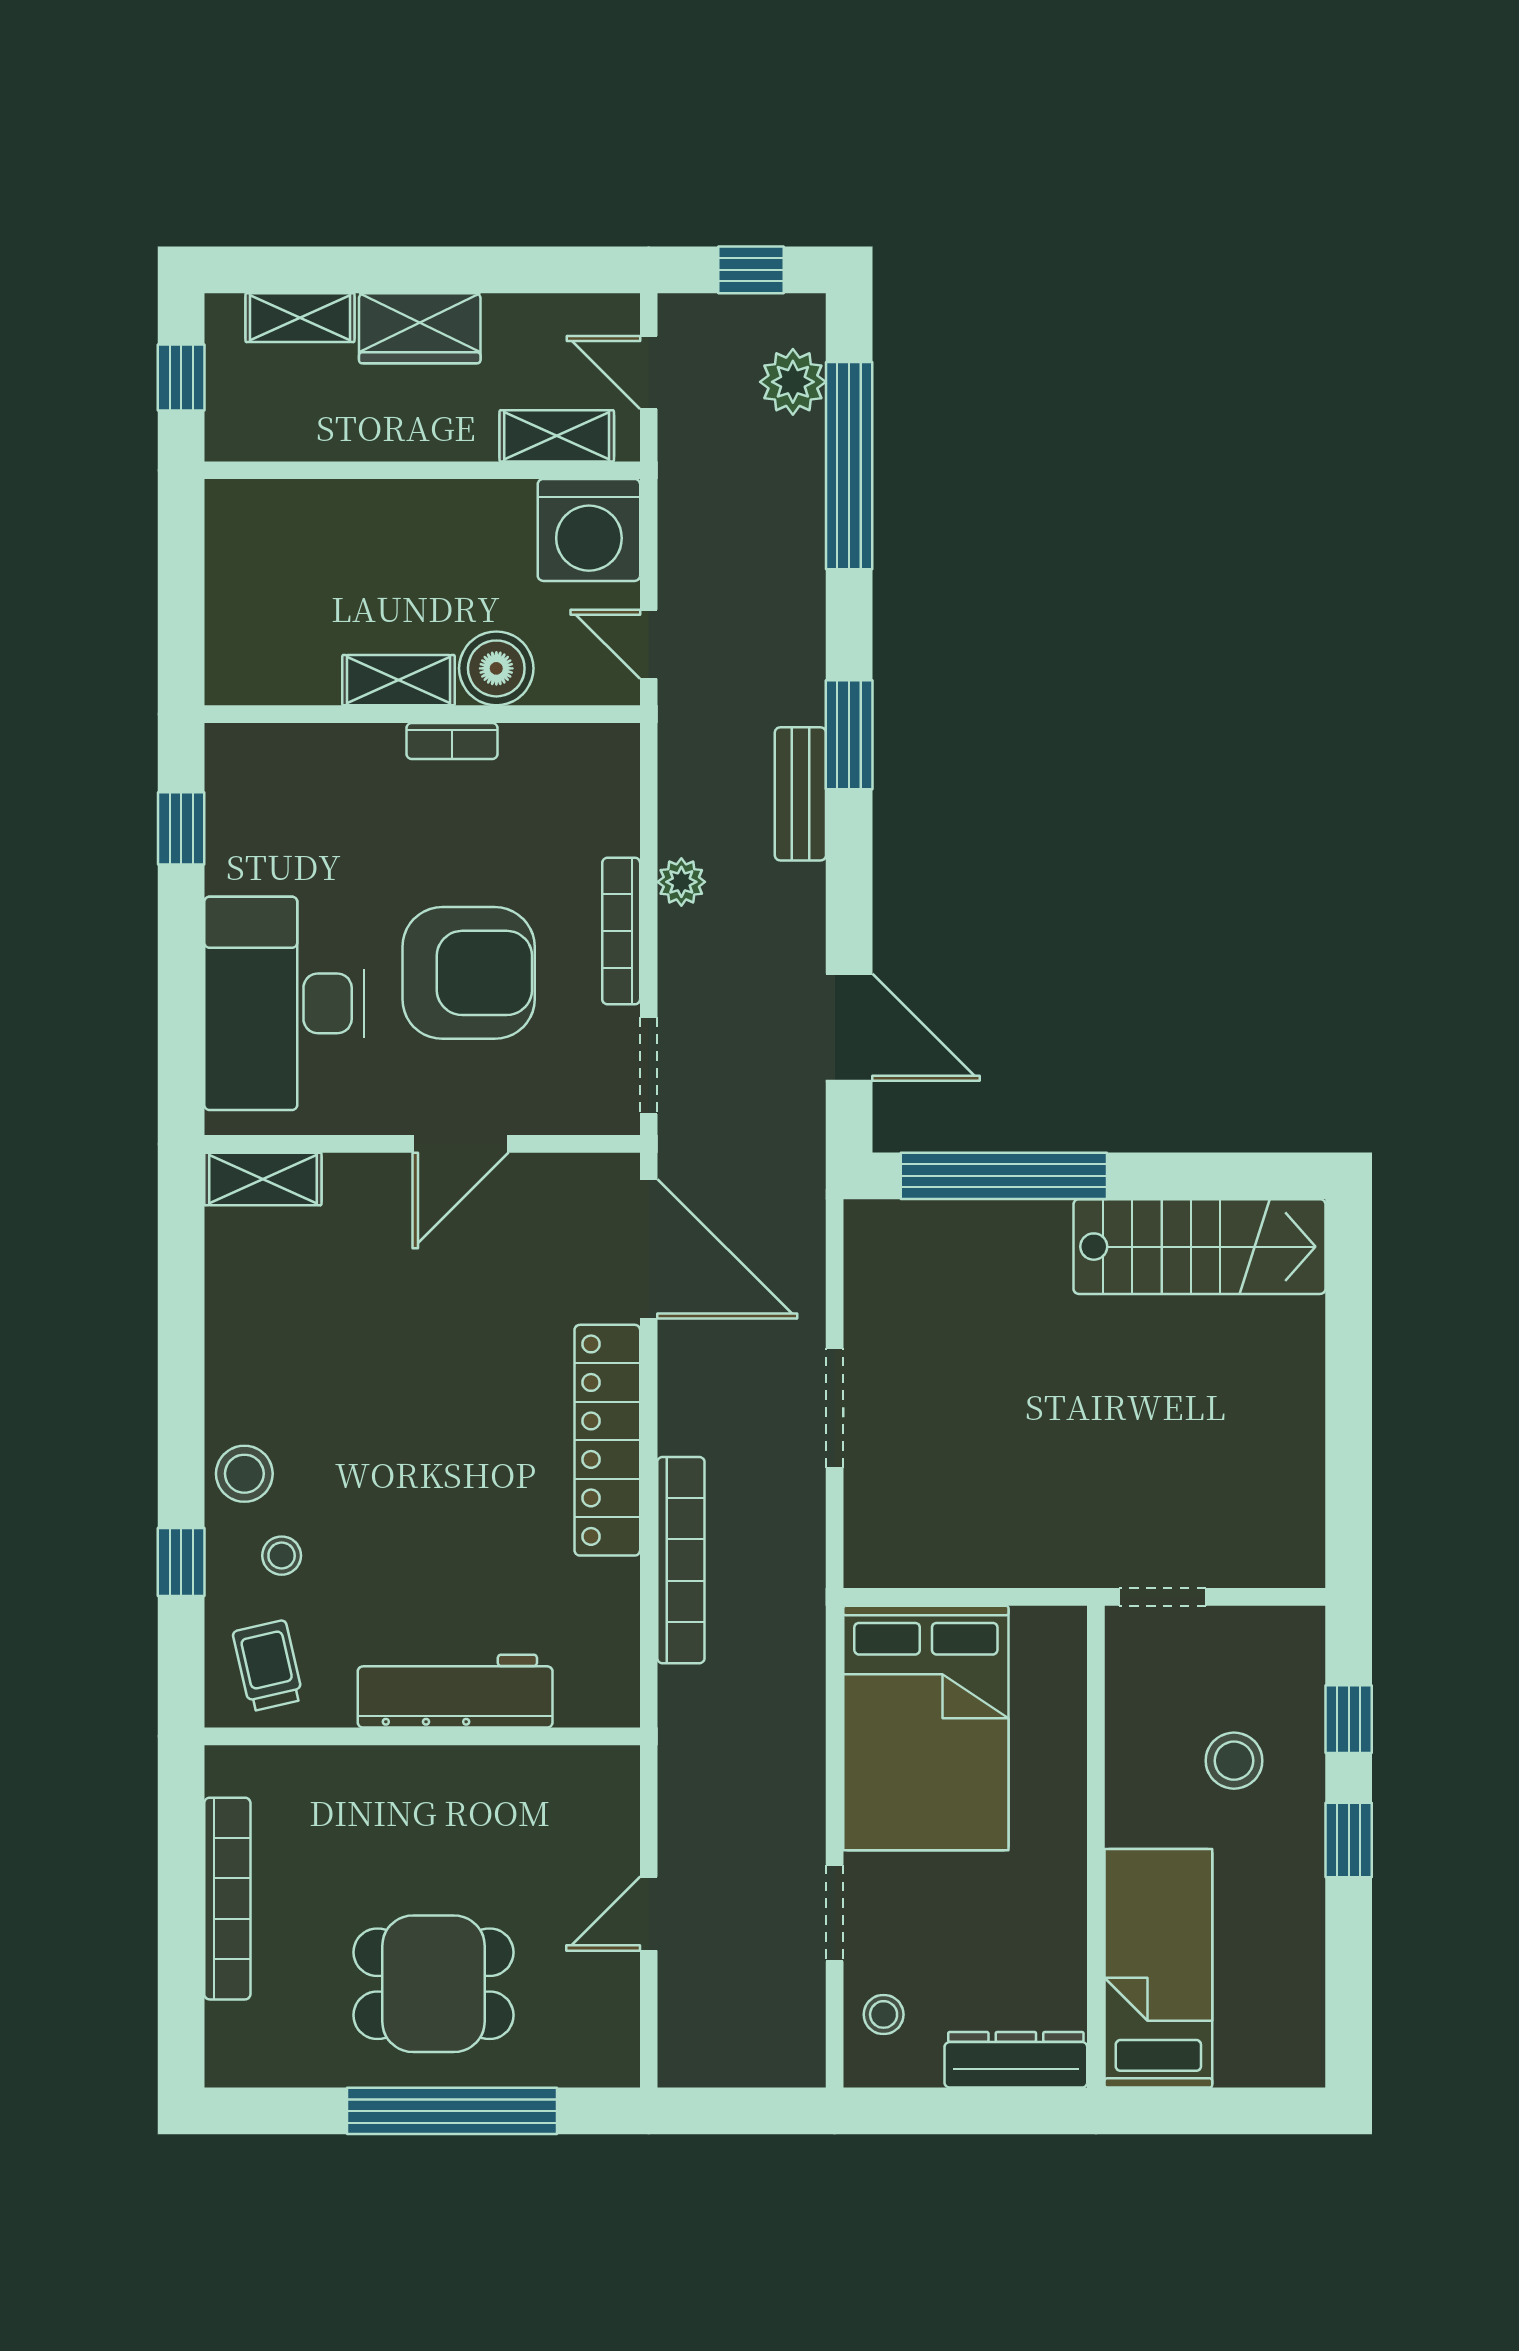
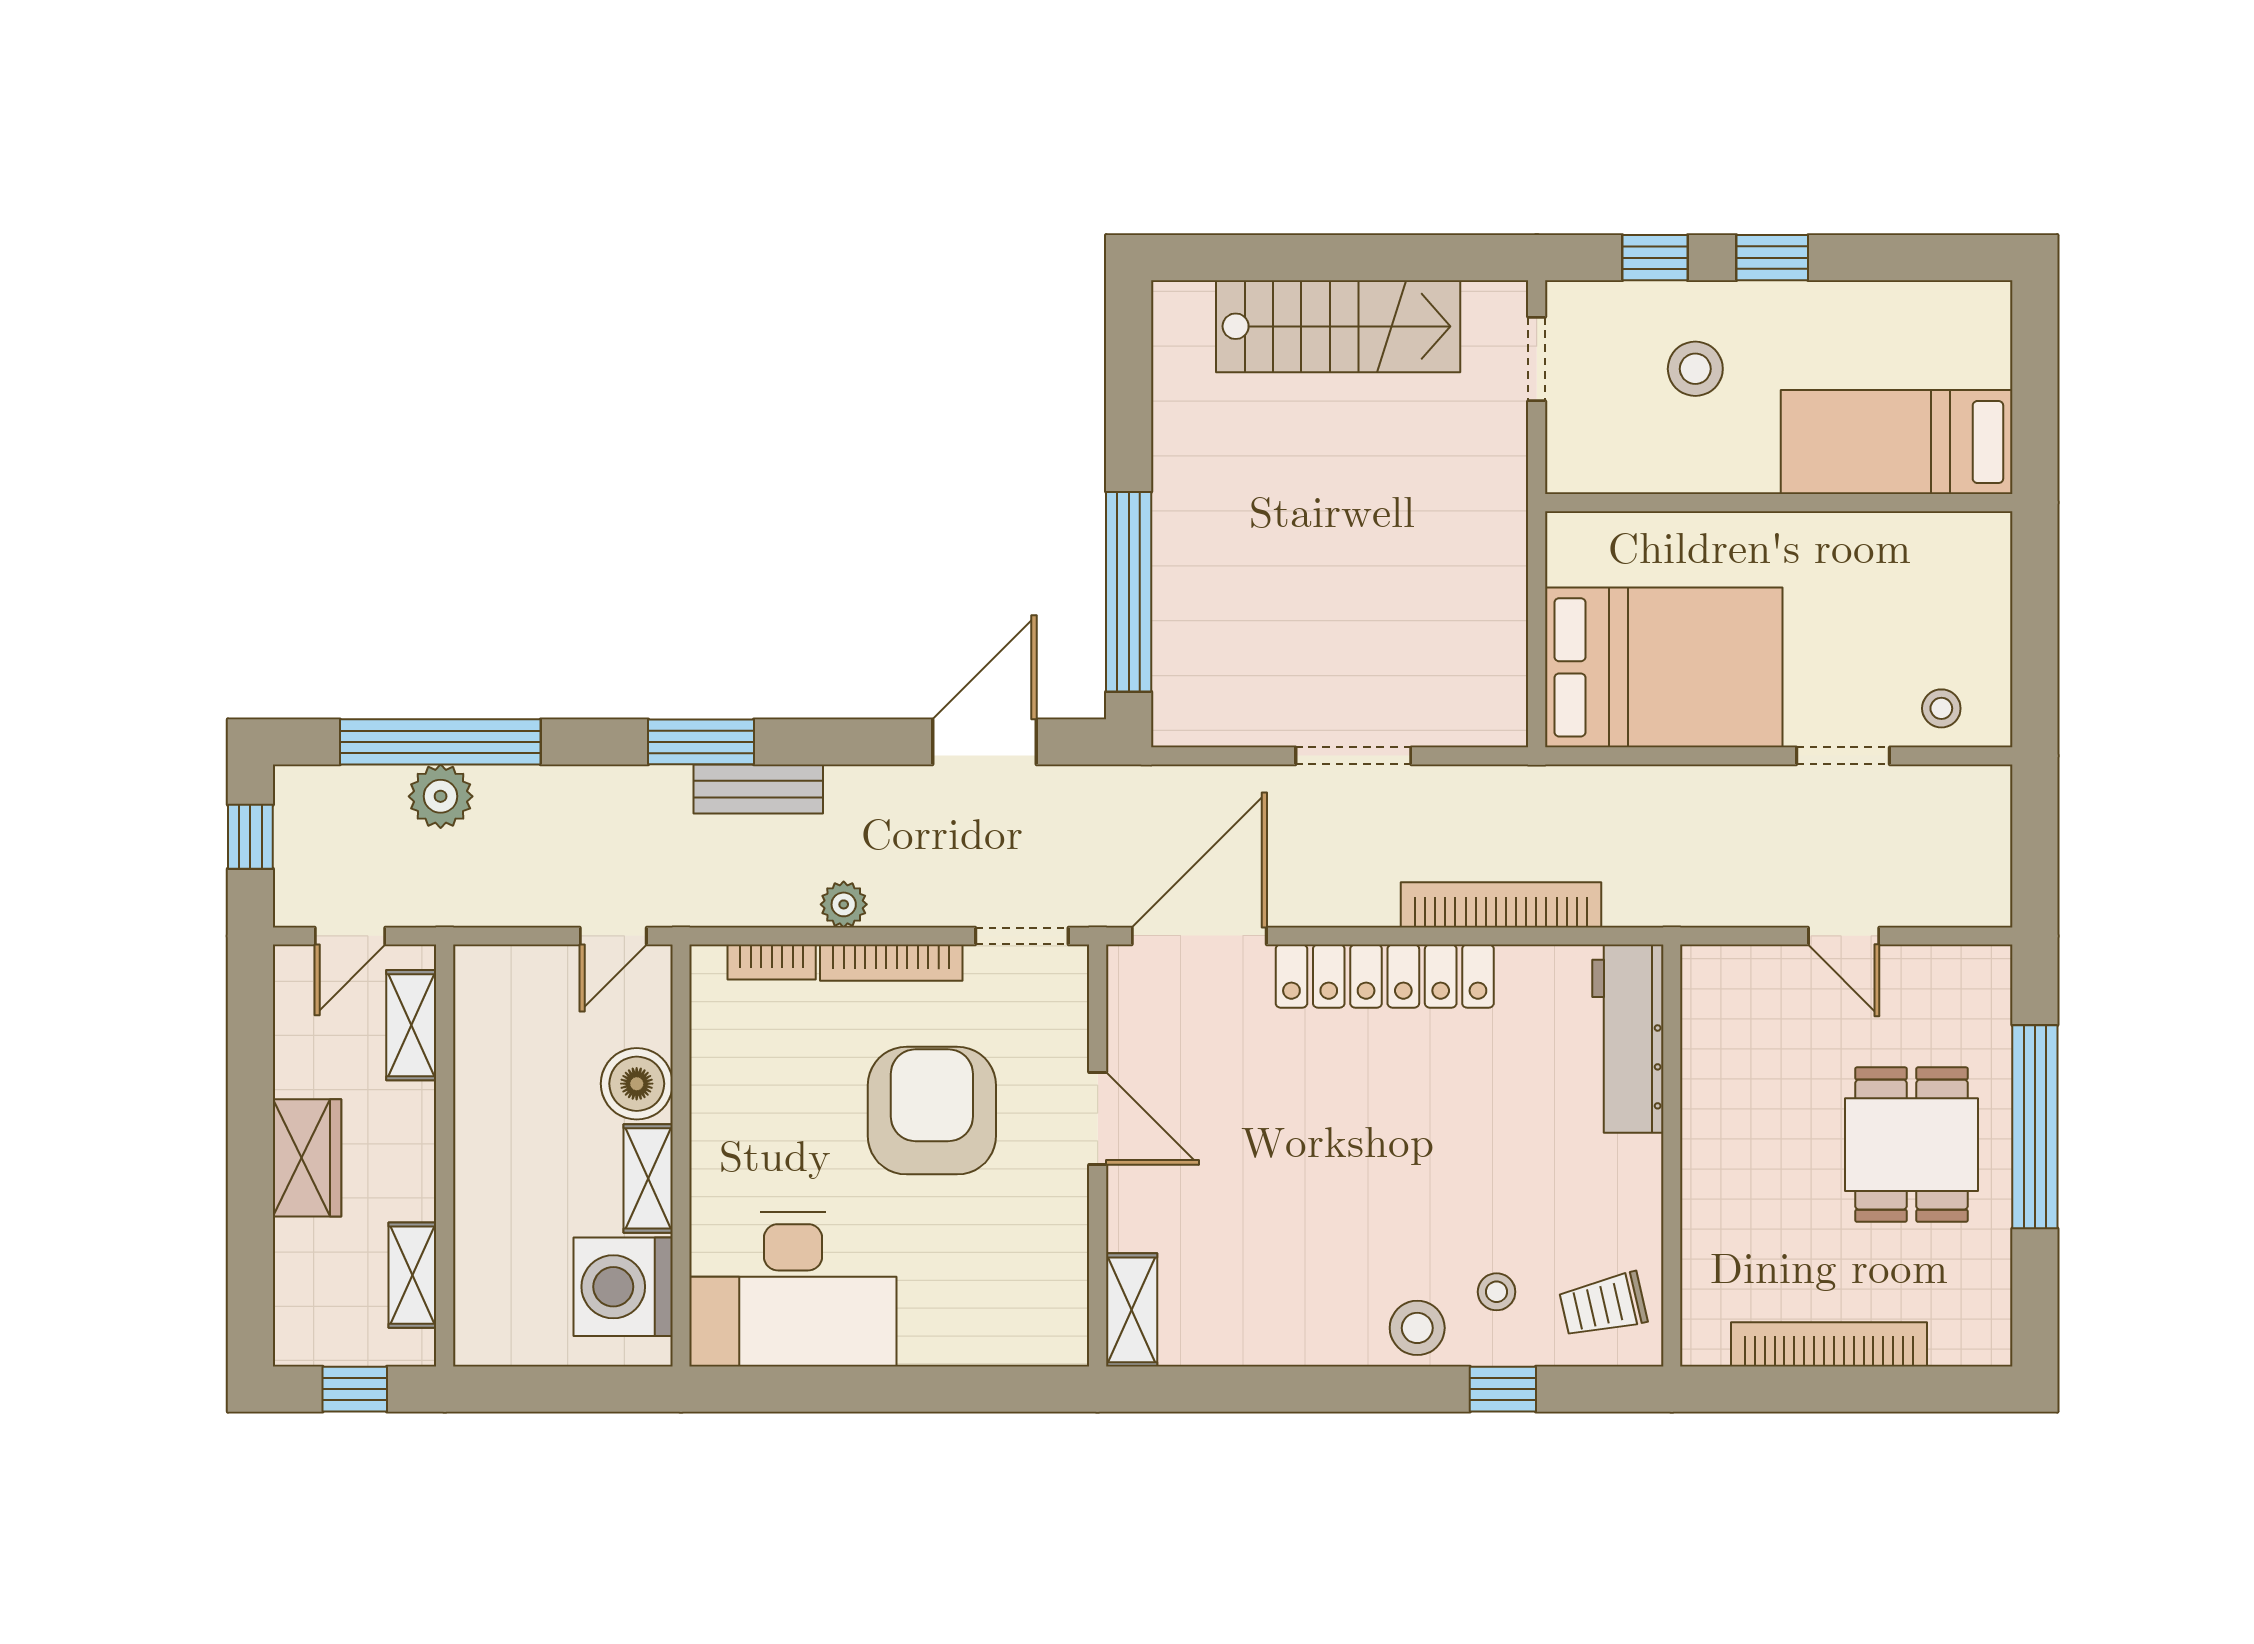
shelving: (300, 318) -> (412, 1275), moved
plant: (793, 382) -> (441, 796), moved
washing machine: (589, 530) -> (623, 1287), moved, turned 180
bookcase: (452, 741) -> (772, 962), moved, turned 90
window: (181, 828) -> (792, 1389), removed
desk: (284, 1003) -> (793, 1289), moved
stairs: (1199, 1247) -> (1338, 326), moved, turned 90
doorway: (1163, 1597) -> (1537, 359), moved
workbench: (455, 1691) -> (1628, 1039), moved
dresser: (1016, 2060) -> (1985, 580), removed

